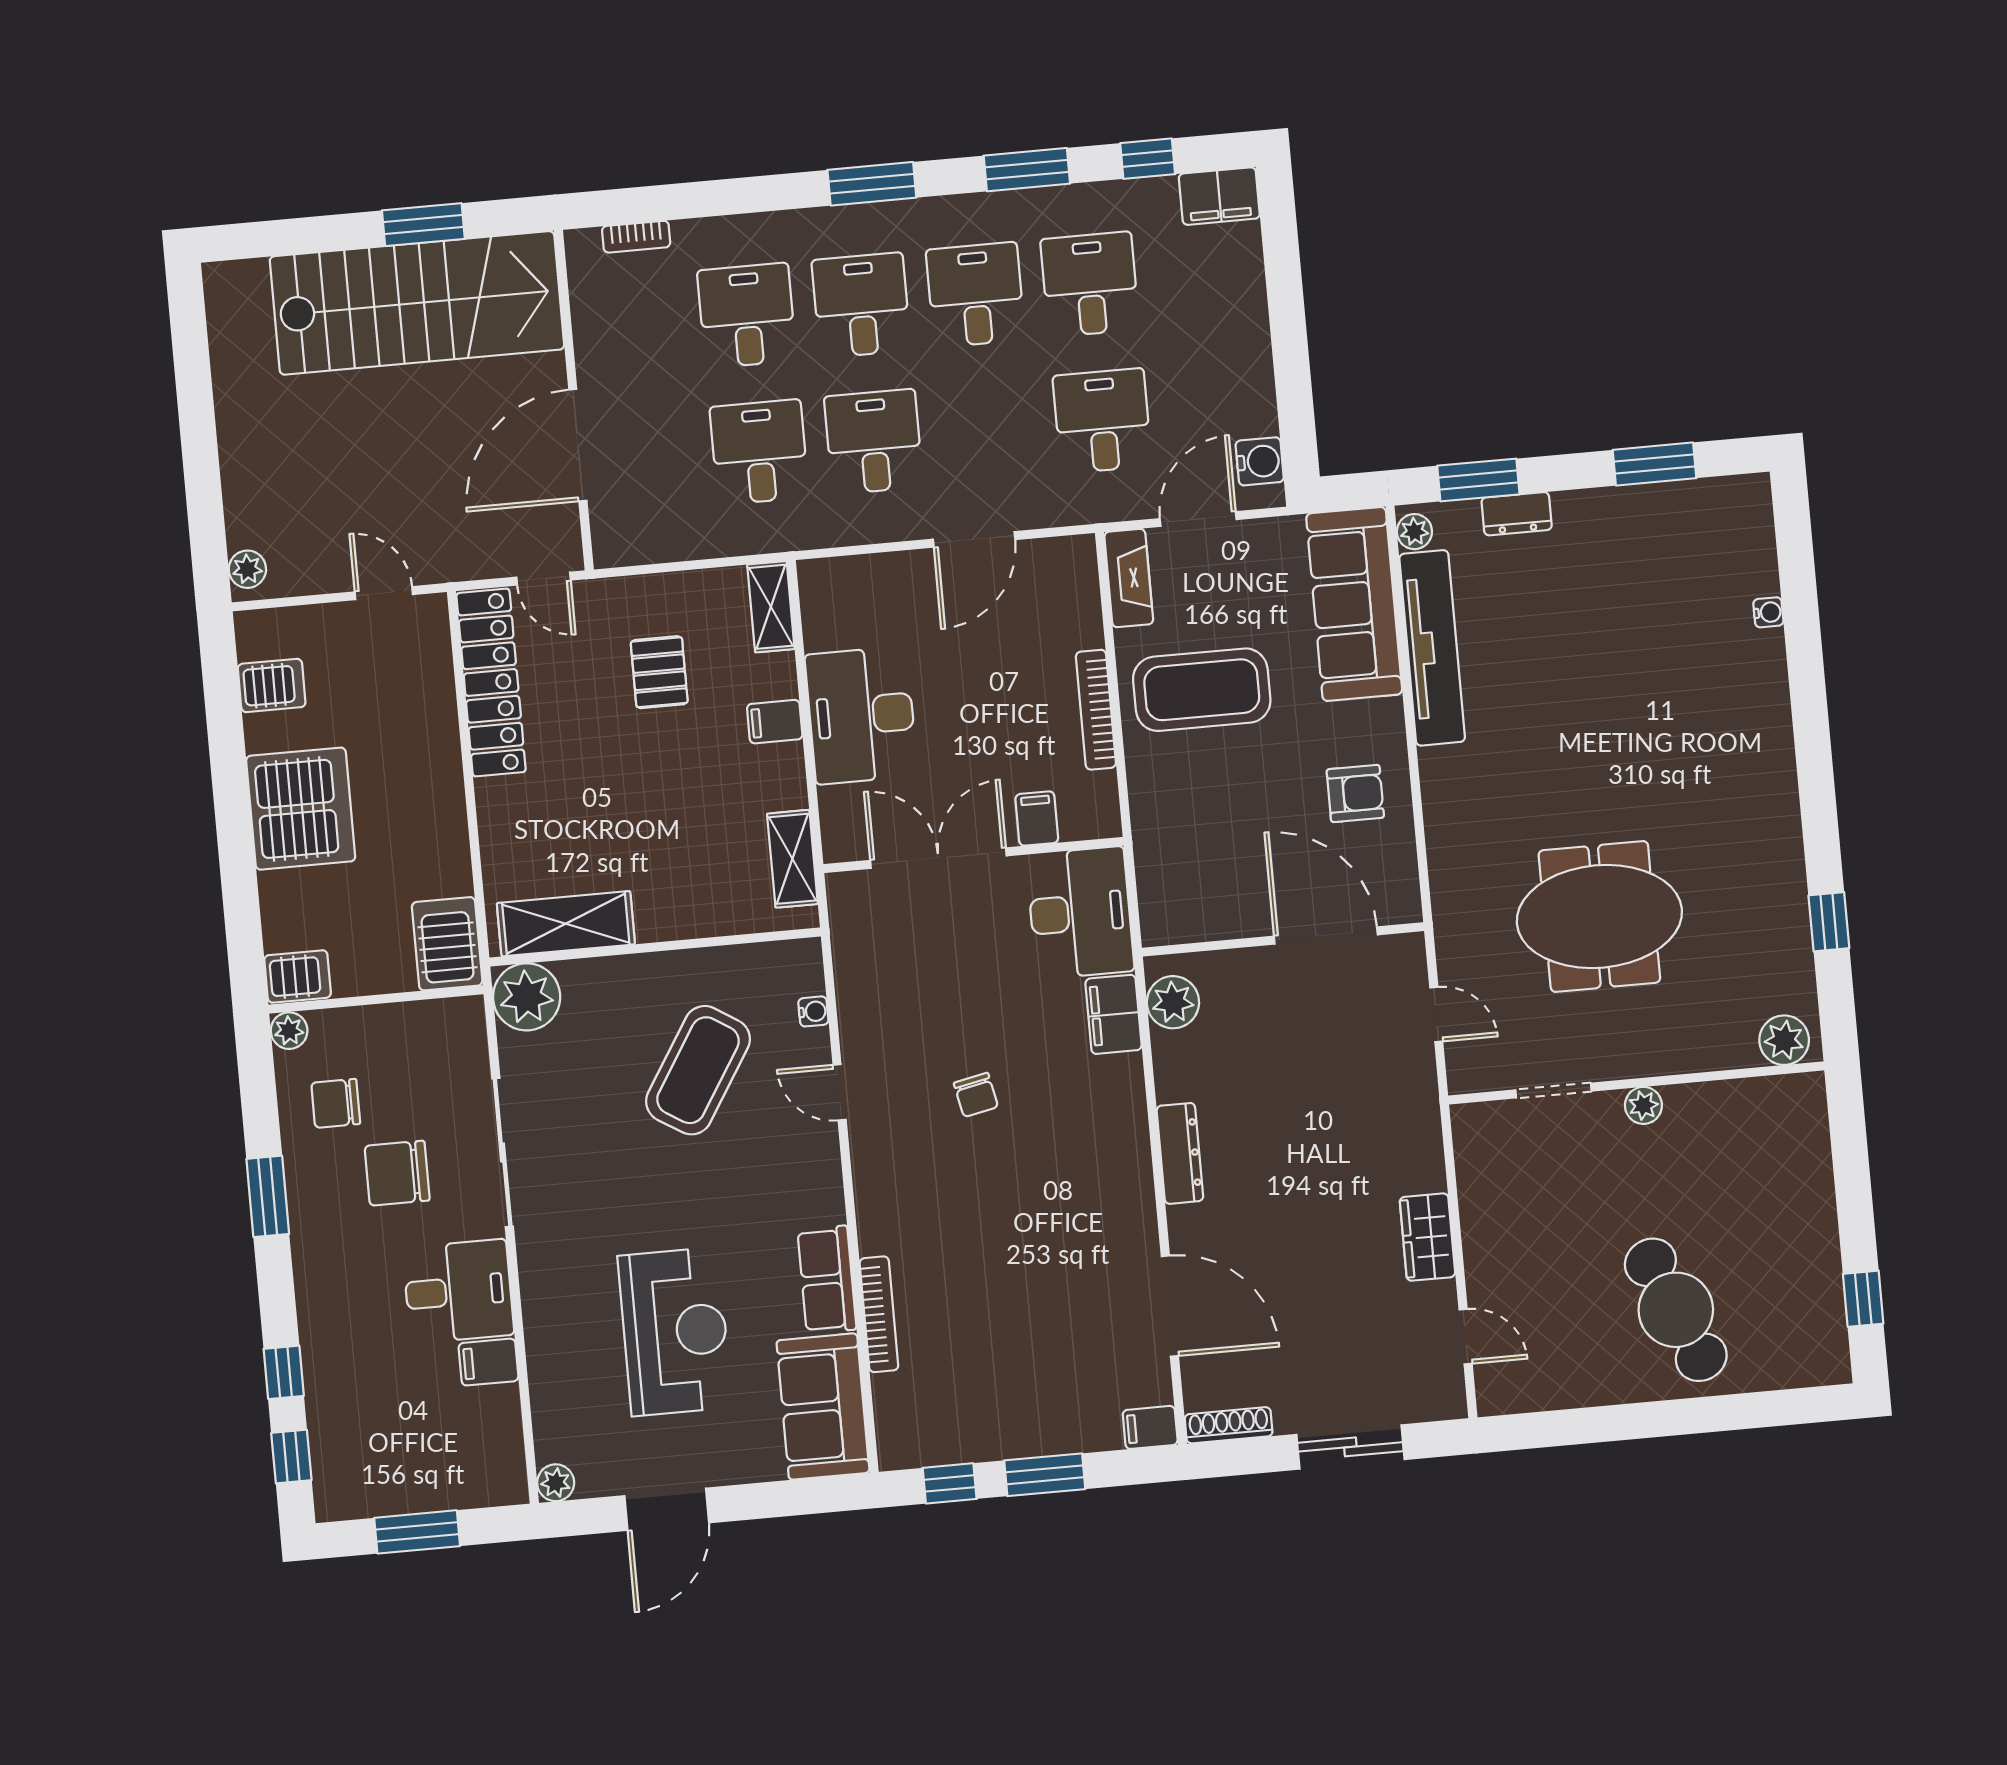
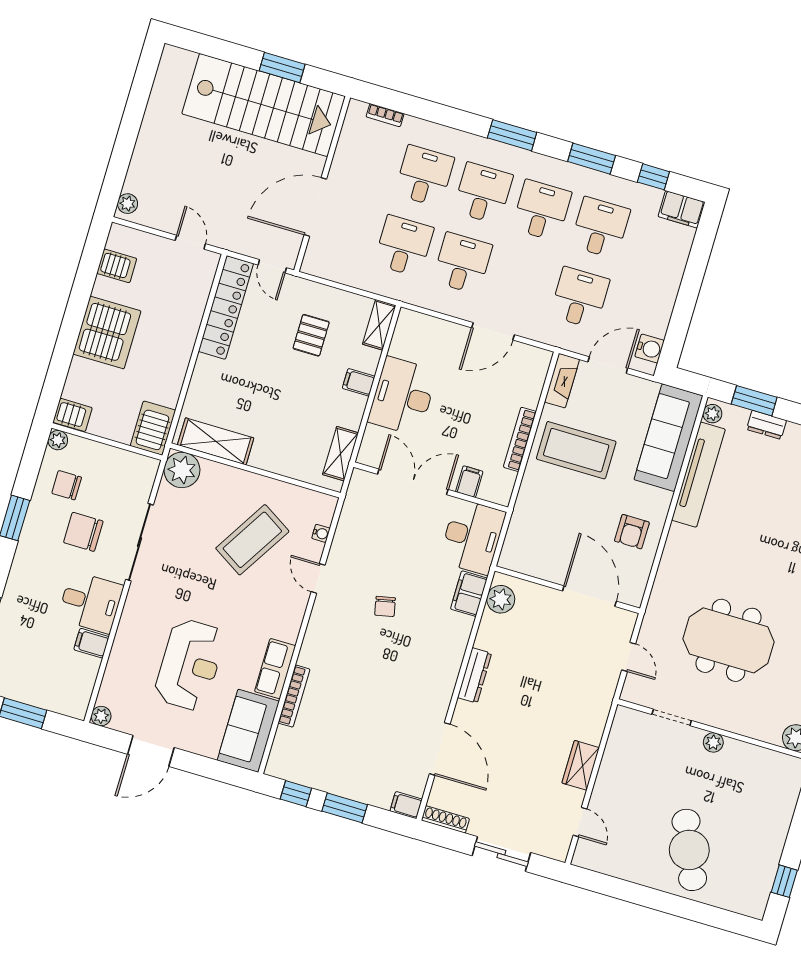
armchair: (1355, 793) -> (632, 532), turned 90

